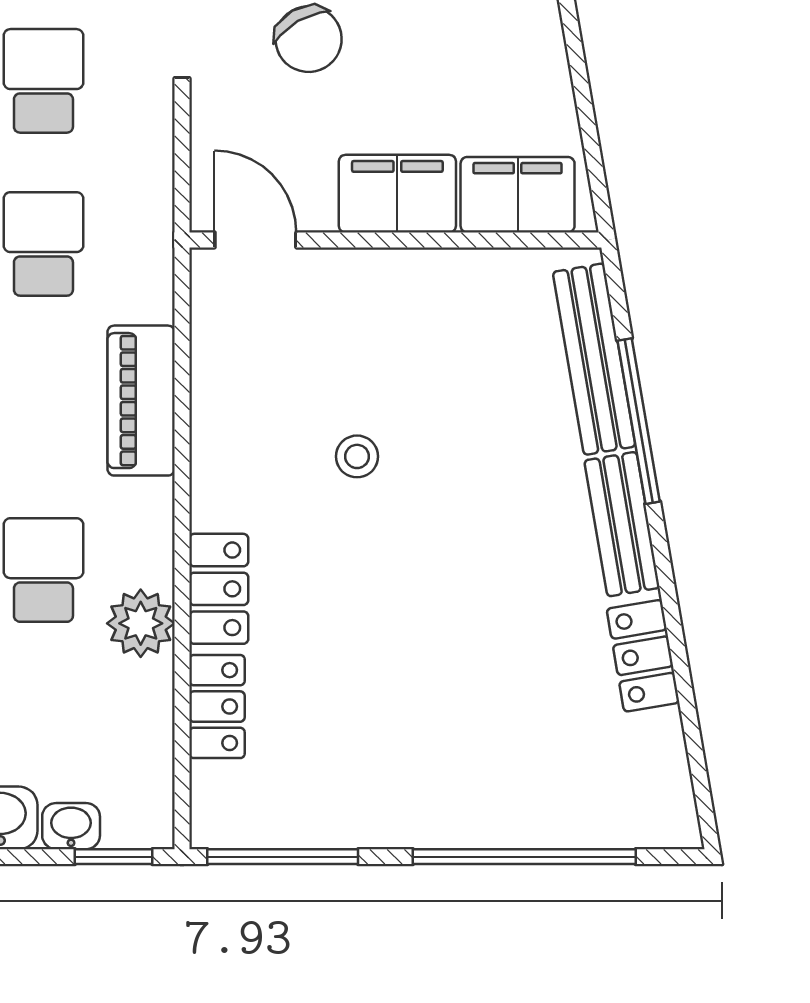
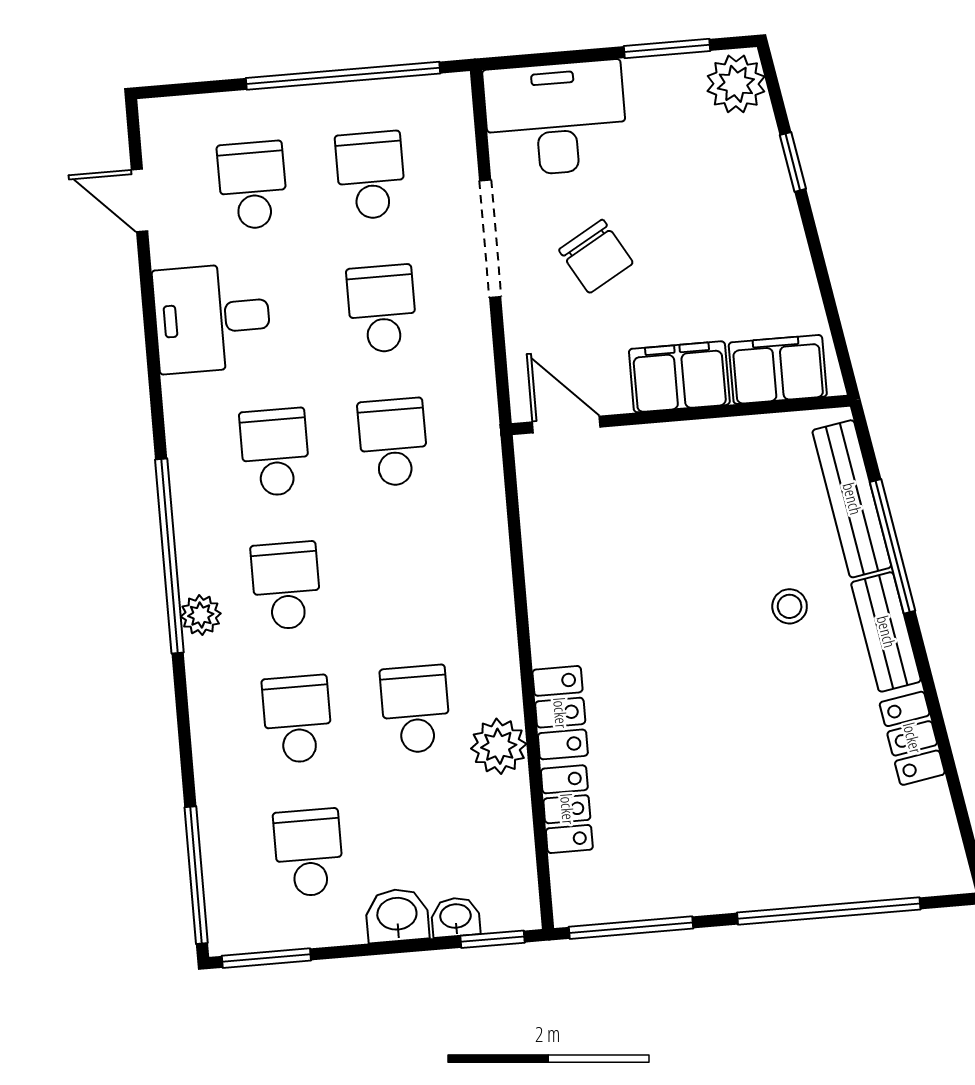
piano: (141, 401) -> (484, 564), removed
stool: (357, 456) -> (790, 606), moved

